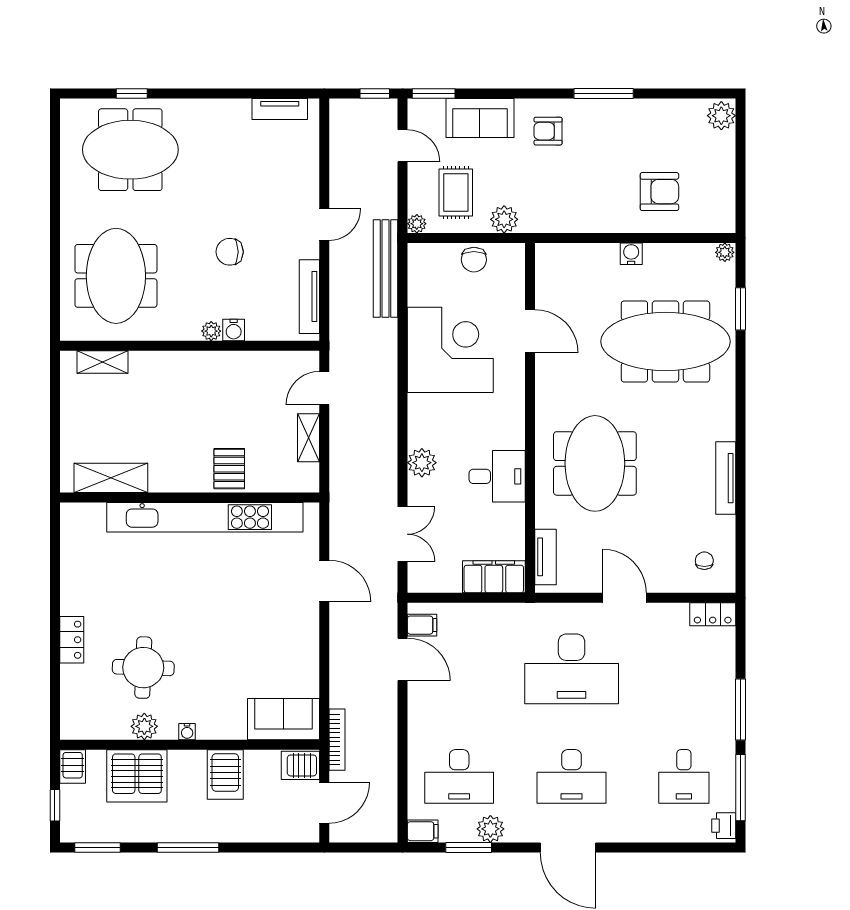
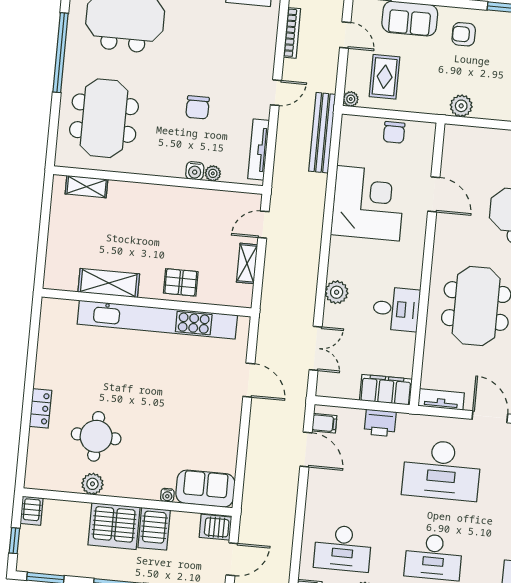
window: (55, 201) -> (61, 53), added
plant: (504, 219) -> (461, 106), moved
chair: (230, 252) -> (198, 107), turned -90
plant: (211, 331) -> (213, 173), moved
pallet: (229, 469) -> (181, 282), turned 90
shelving: (111, 478) -> (109, 283), moved
tv unit: (545, 557) -> (441, 399), moved, turned -90
printer: (491, 618) -> (380, 423), added
water cooler: (187, 732) -> (167, 495), moved
bookcase: (337, 740) -> (292, 33), moved
server rack: (137, 776) -> (114, 526), moved

